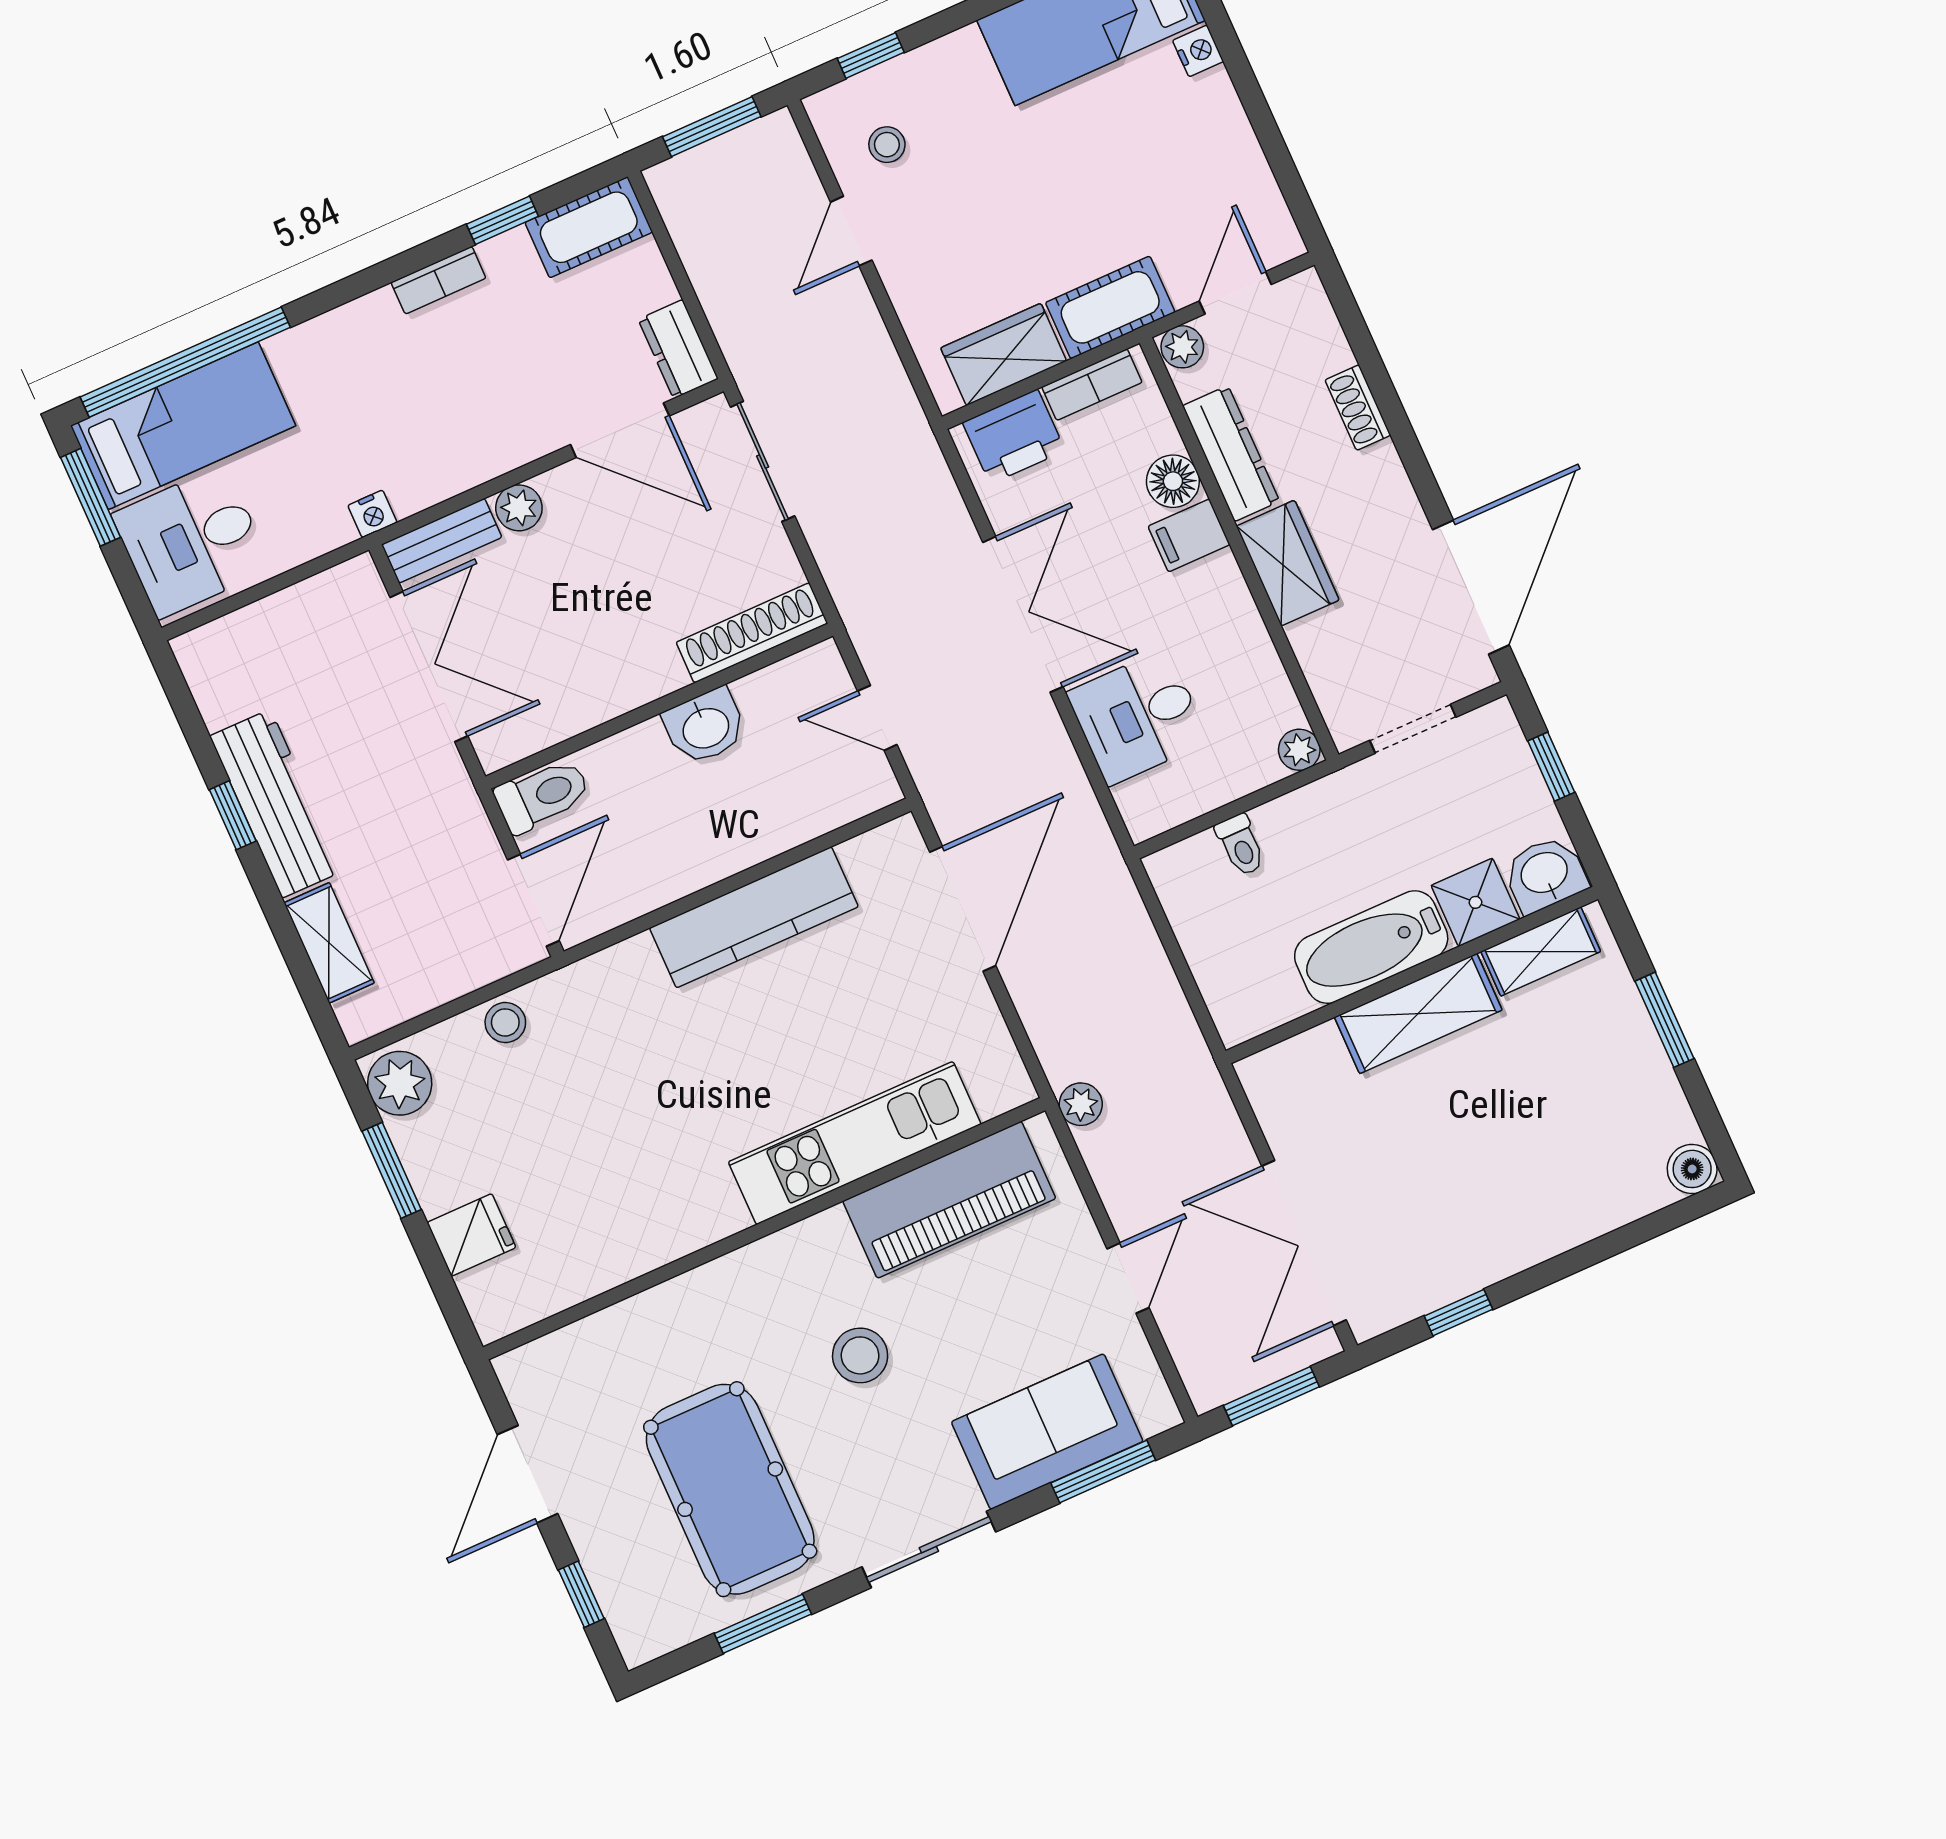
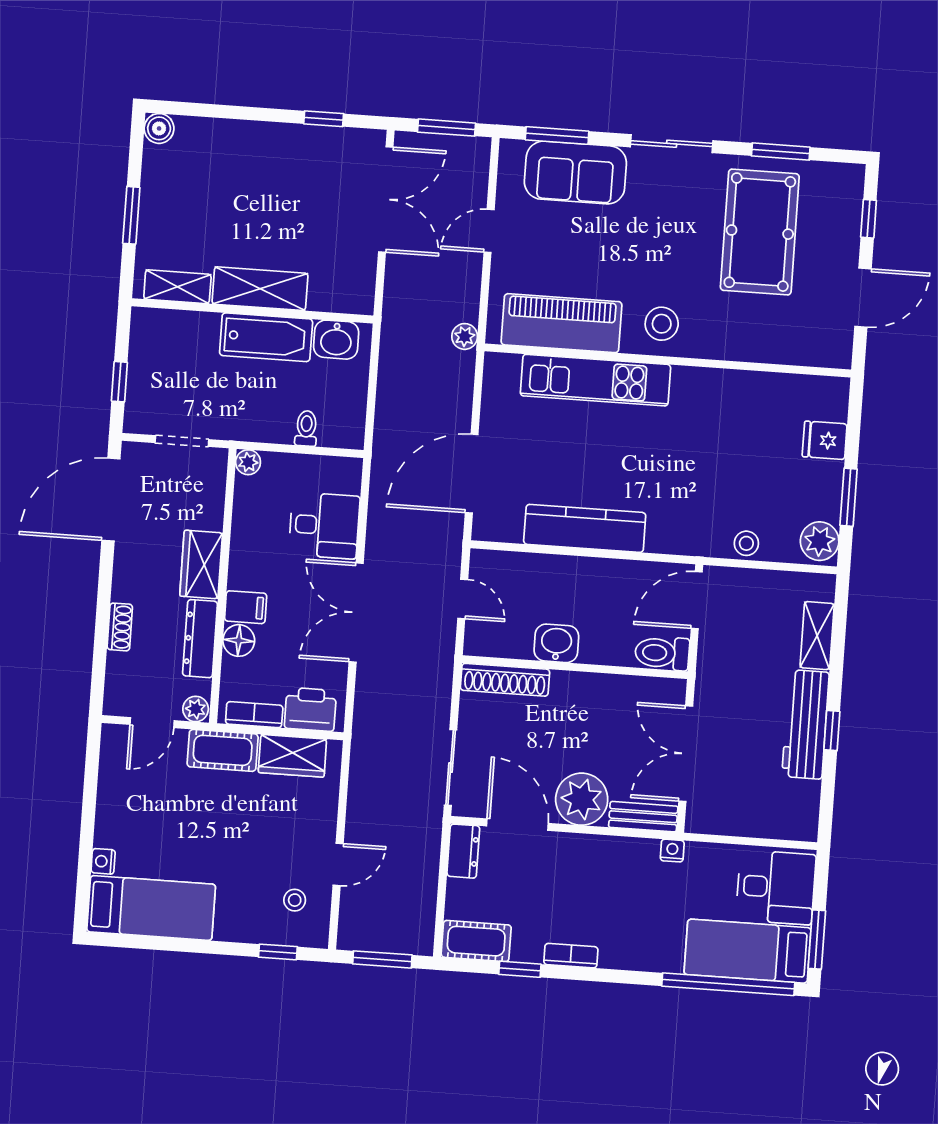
plant: (519, 508) -> (582, 799), width x1.87, depth x1.87
washbasin: (1545, 874) -> (336, 340), moved
shower: (1475, 902) -> (198, 331), removed
stool: (860, 1355) -> (662, 324), moved

